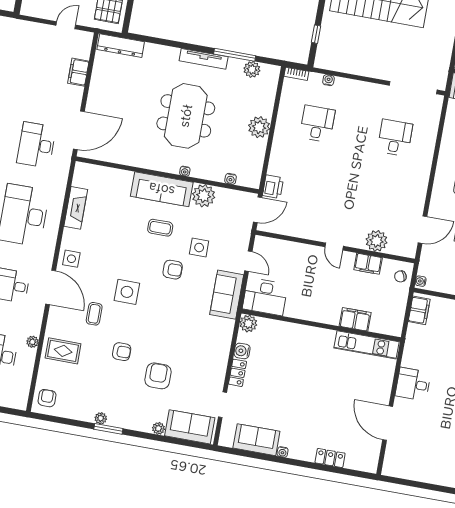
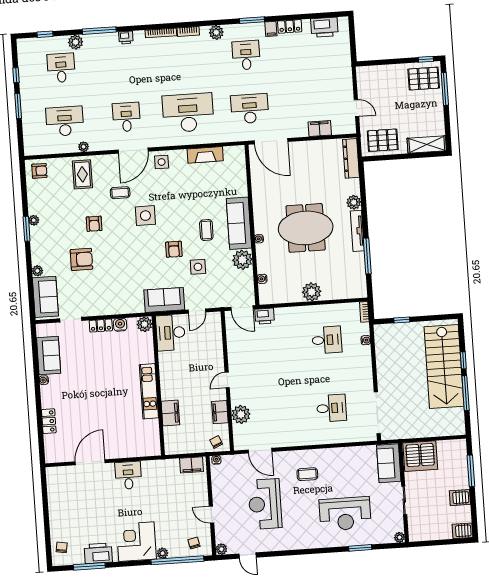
plant: (252, 69) -> (354, 202), moved
kitchen unit: (366, 345) -> (149, 391), moved

